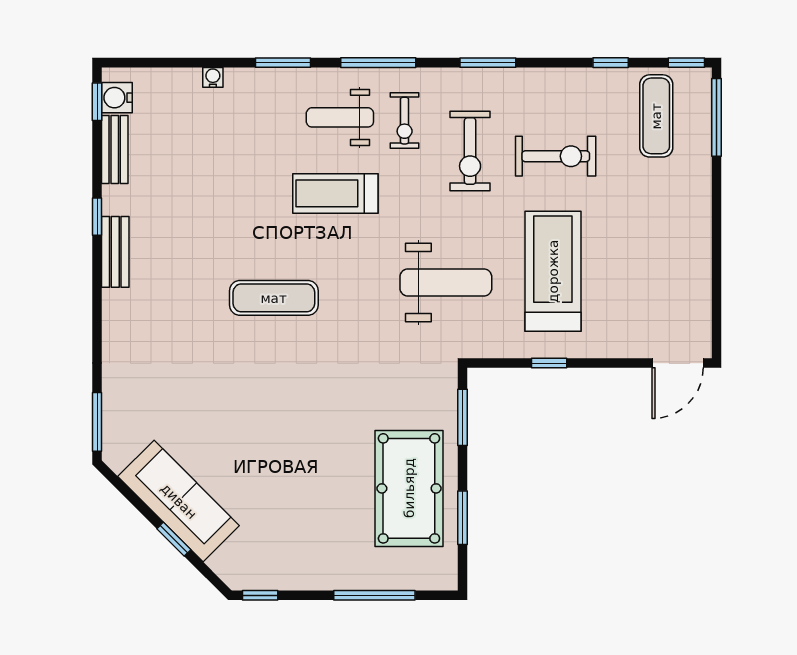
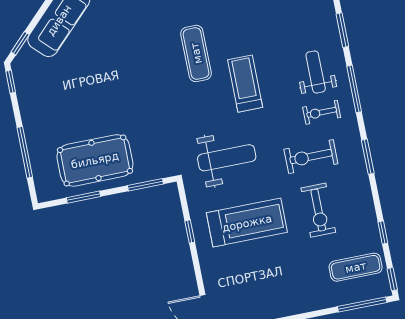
treadmill: (335, 193) -> (245, 84), moved
weight bench: (446, 283) -> (227, 158), turned -90
window: (174, 539) -> (20, 43), moved

